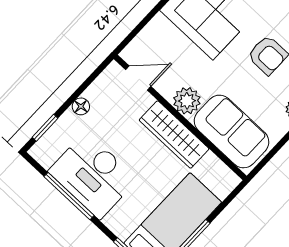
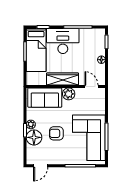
door: (138, 78) -> (91, 86), swing flipped
desk: (93, 175) -> (63, 41), moved

